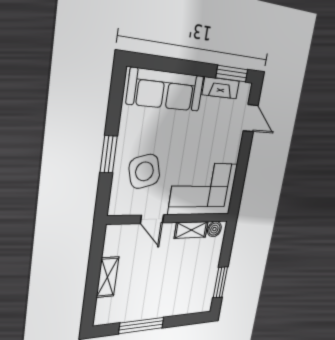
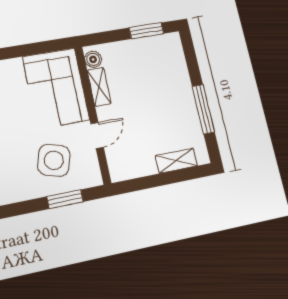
window: (109, 154) -> (65, 199), moved
side table: (144, 171) -> (54, 160), turned 33
shelving: (107, 277) -> (176, 161), moved

